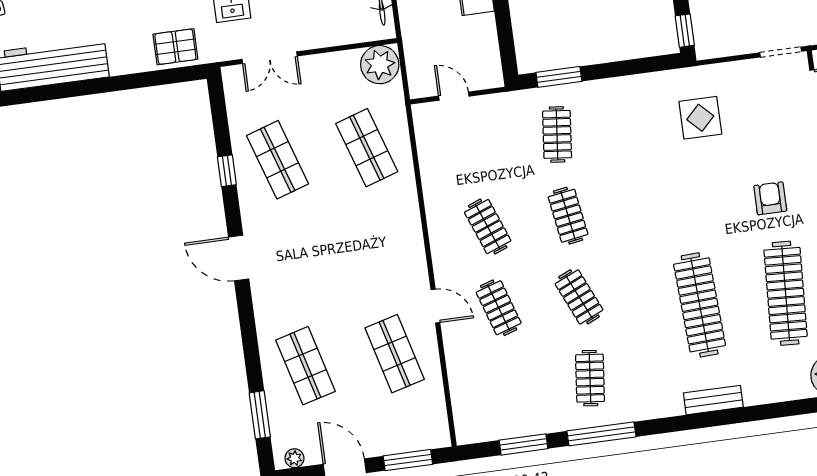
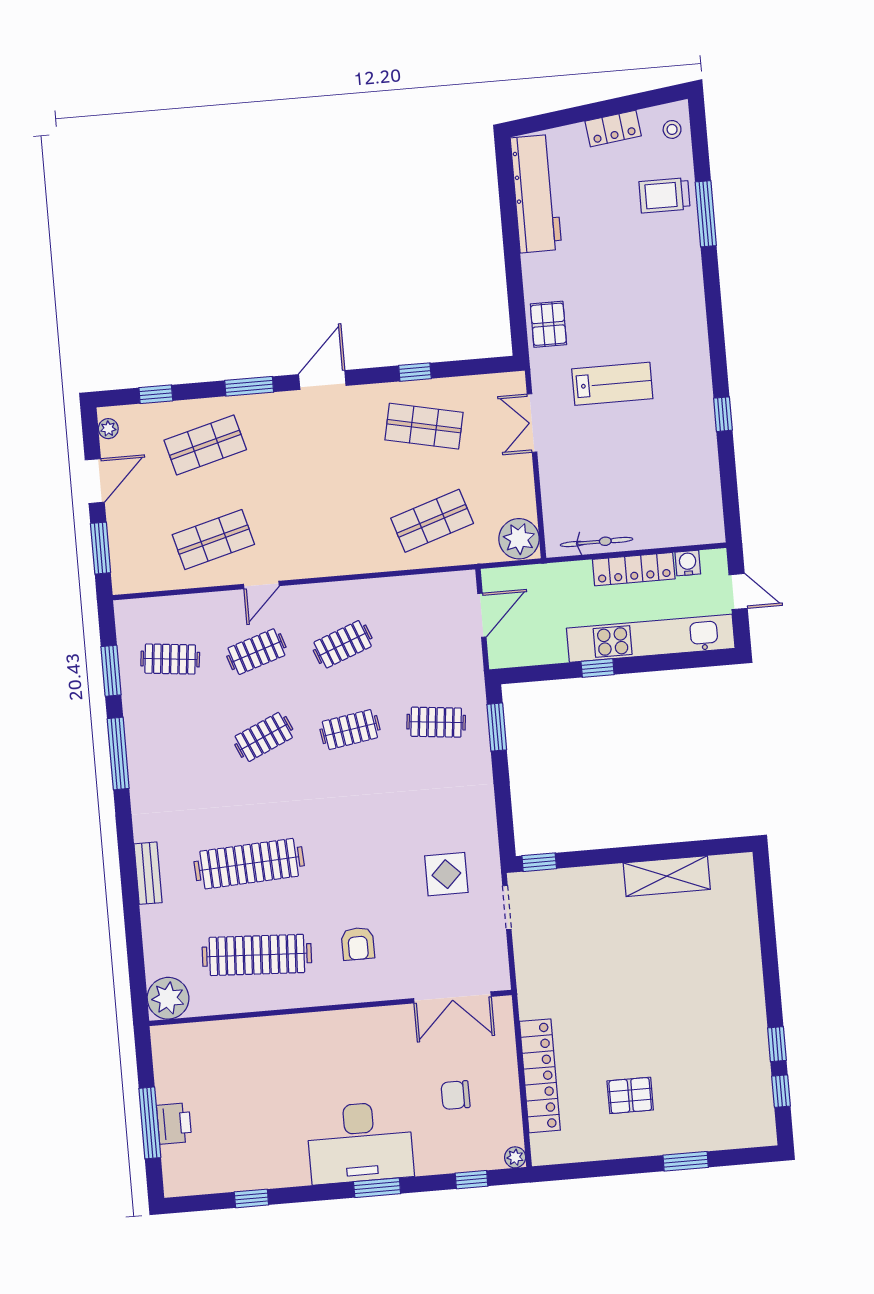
doorway: (781, 52) -> (507, 908), moved
door: (454, 96) -> (482, 615), width x1.38
shop shelf: (278, 160) -> (424, 426), turned 30
armchair: (770, 198) -> (358, 944), turned 90
window: (248, 327) -> (249, 386), added
clothes rail: (590, 378) -> (170, 659), moved
window: (260, 415) -> (156, 394), width x0.67

